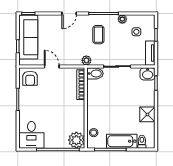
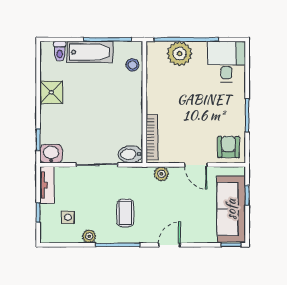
plant: (86, 60) -> (161, 174), moved
plant: (76, 140) -> (180, 54), moved

